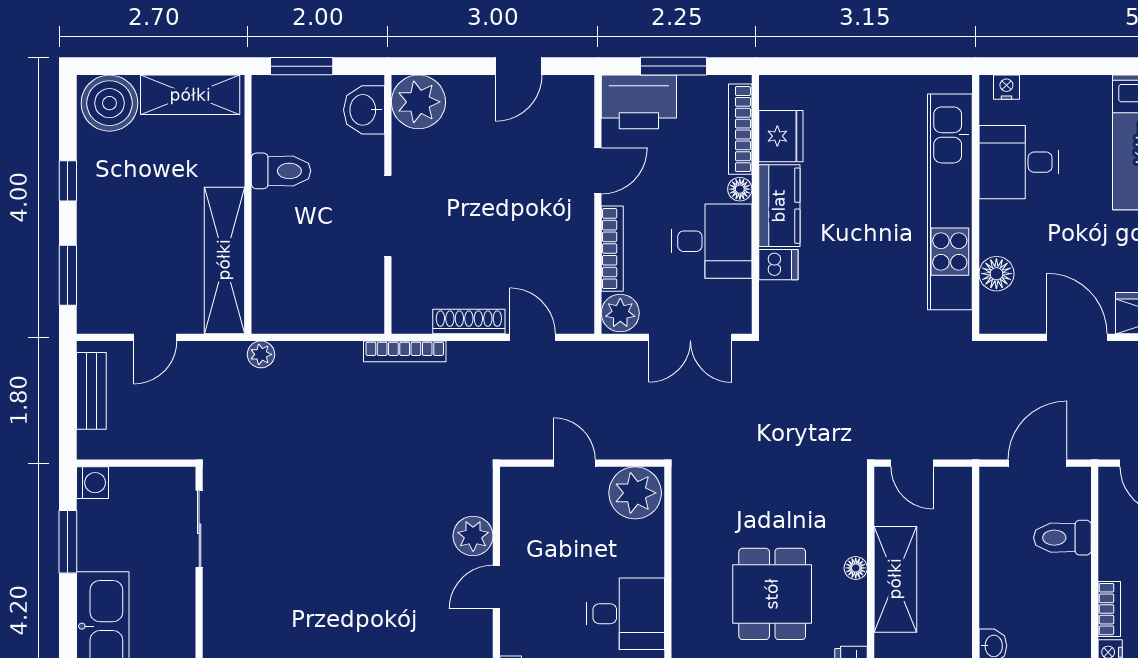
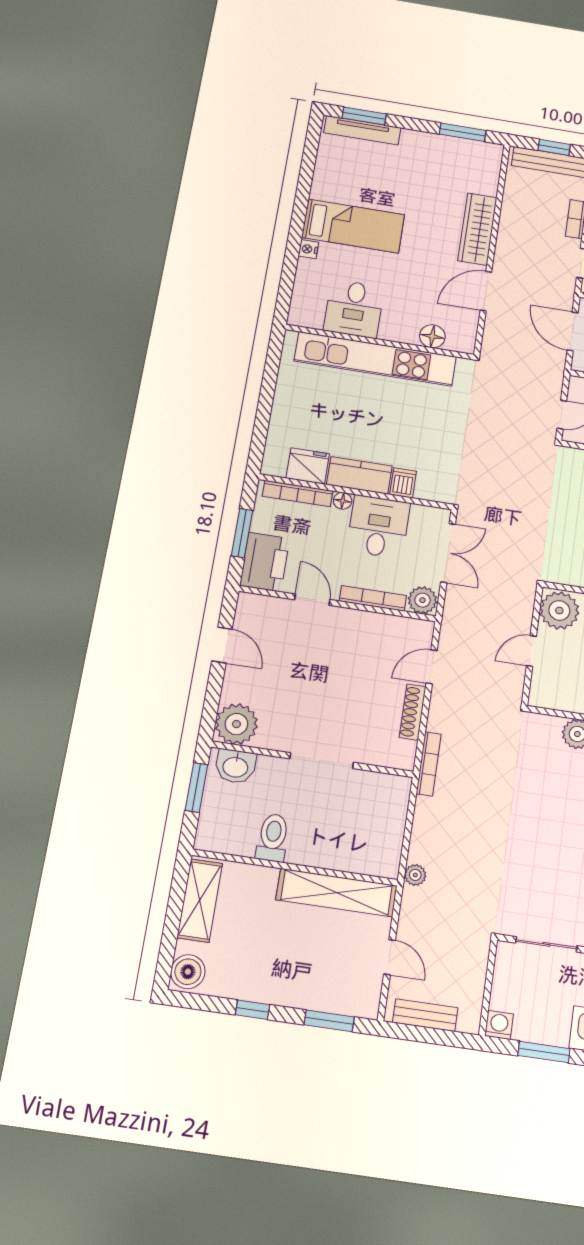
window: (302, 66) -> (196, 787), moved
nightstand: (1006, 87) -> (308, 249), moved
boiler: (109, 103) -> (188, 972), width x0.73, depth x0.73

